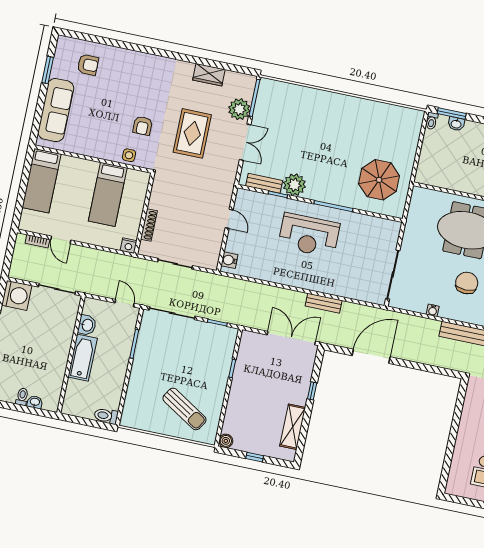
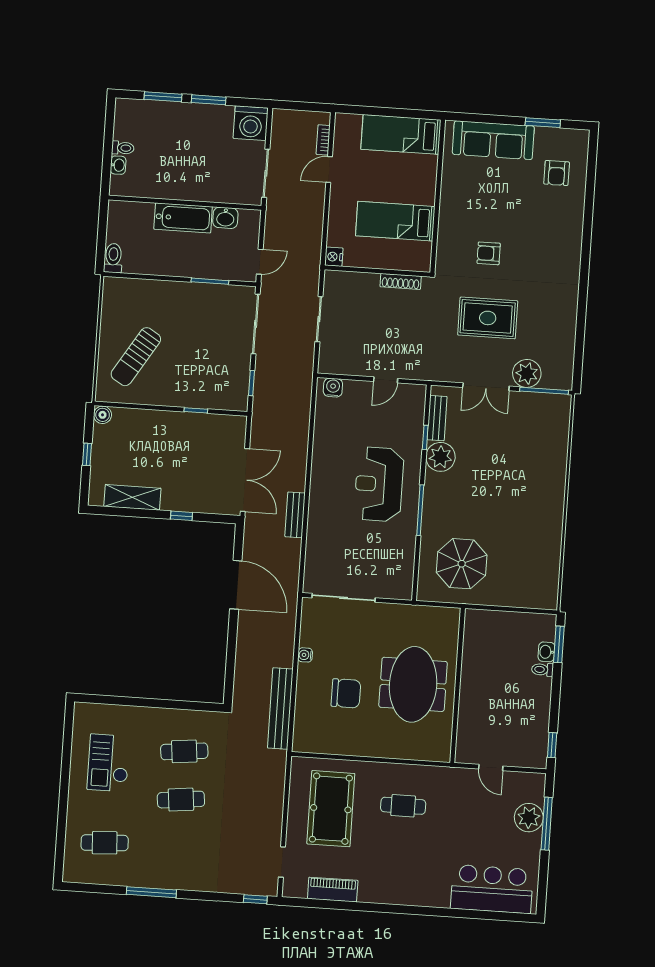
wardrobe: (209, 75) -> (565, 329), removed
toilet: (432, 121) -> (543, 670), moved
side table: (129, 155) -> (449, 241), removed
shoe rack: (149, 225) -> (401, 281), moved

